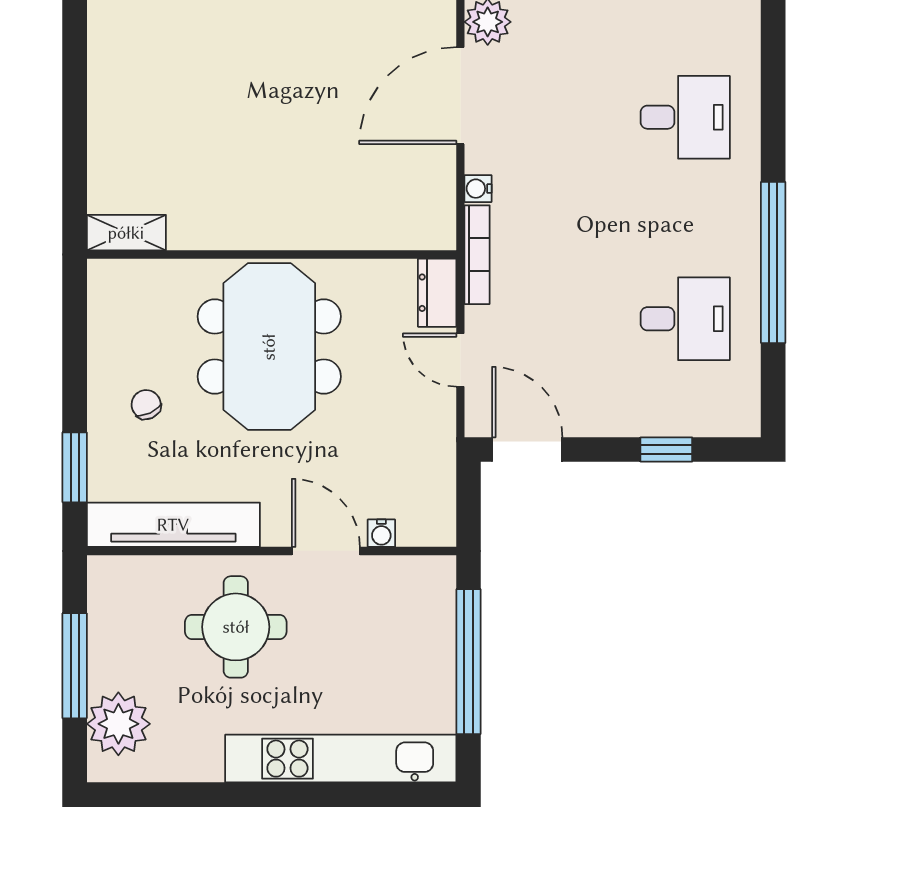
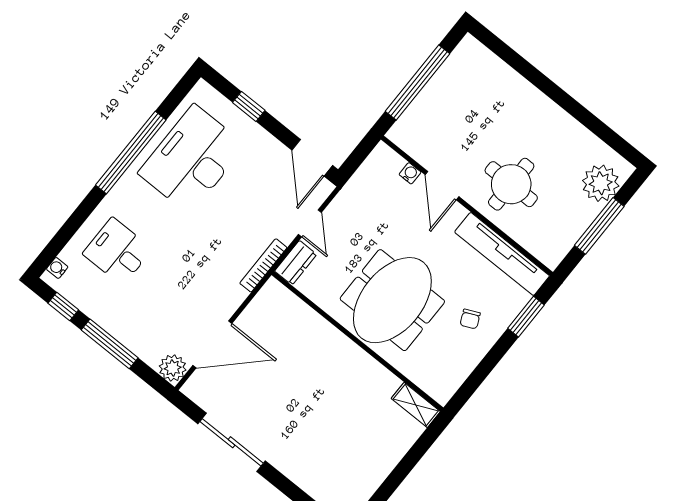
water cooler: (478, 189) -> (57, 268), moved, turned 180
desk: (685, 319) -> (192, 159), width x1.87, depth x1.30
kitchen unit: (341, 759) -> (512, 85), removed

